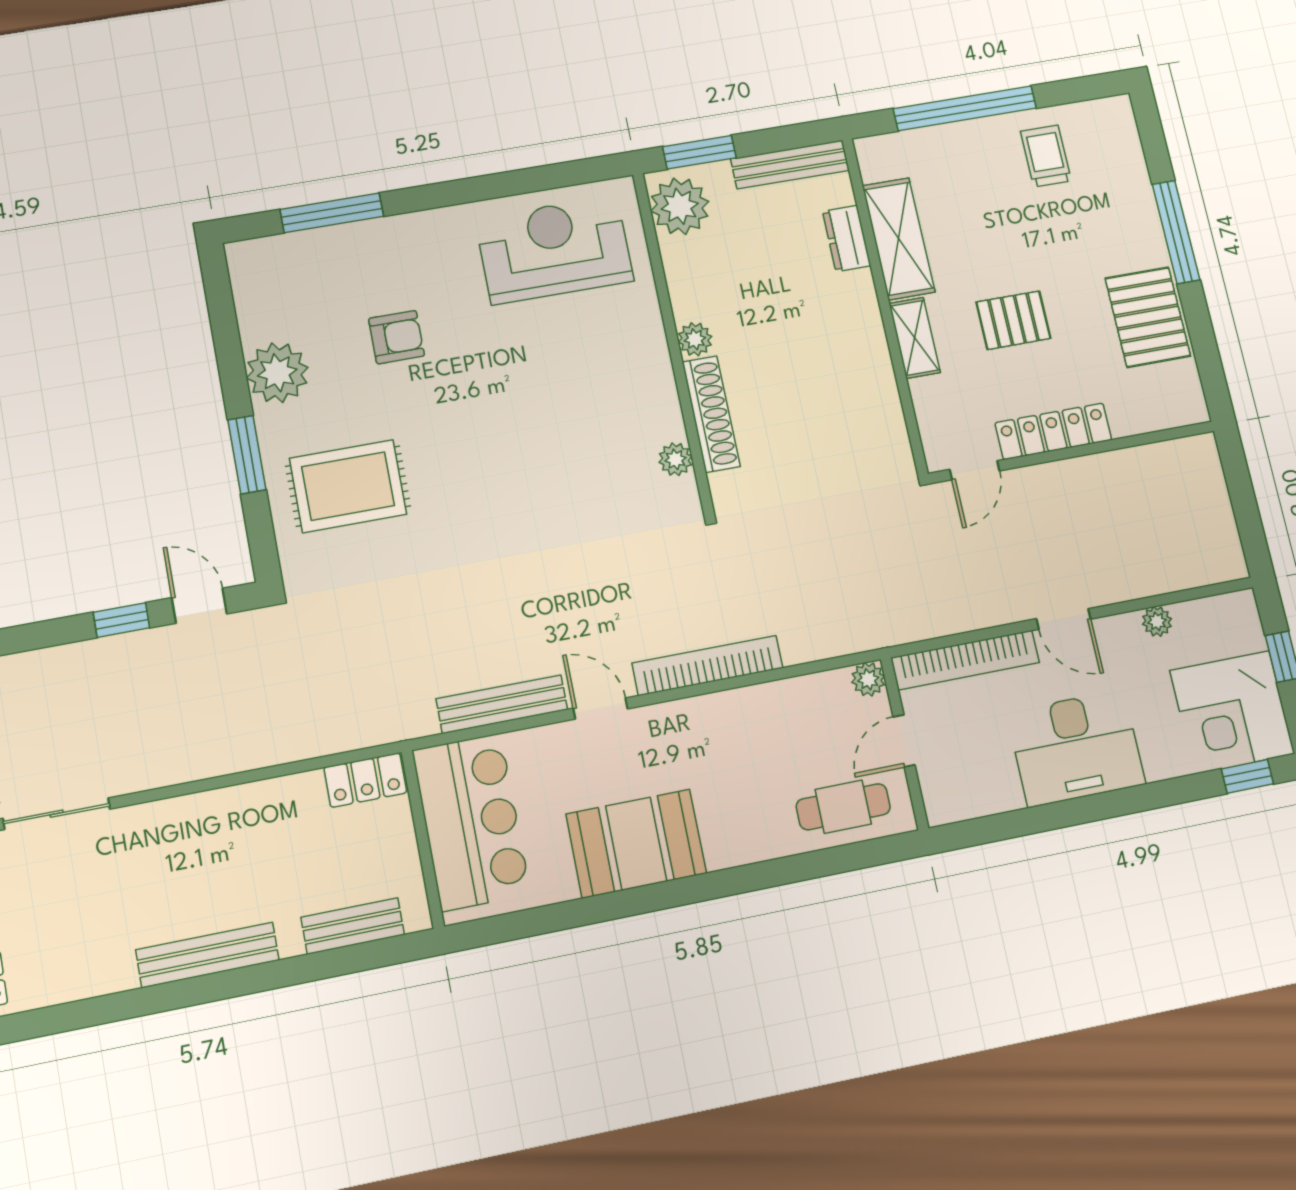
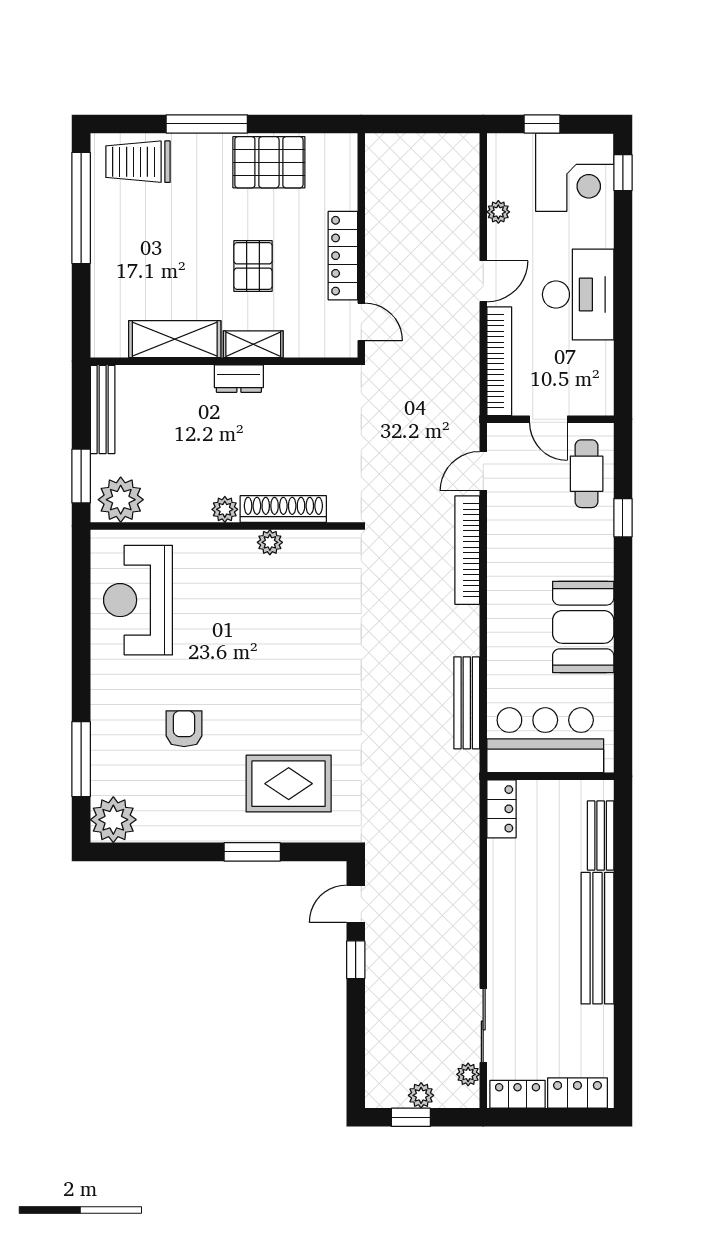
window: (965, 108) -> (81, 208), moved
trolley: (1046, 156) -> (138, 162), moved, width x1.36, depth x1.39
dresser: (847, 238) -> (239, 379), moved
plant: (277, 373) -> (113, 820), moved
plant: (675, 459) -> (270, 542), moved
rug: (348, 486) -> (289, 784), turned 90
plant: (868, 679) -> (499, 436), removed
door: (600, 708) -> (483, 471), moved
window: (795, 869) -> (623, 518), added
bench: (207, 955) -> (597, 938), width x1.37, depth x1.21

